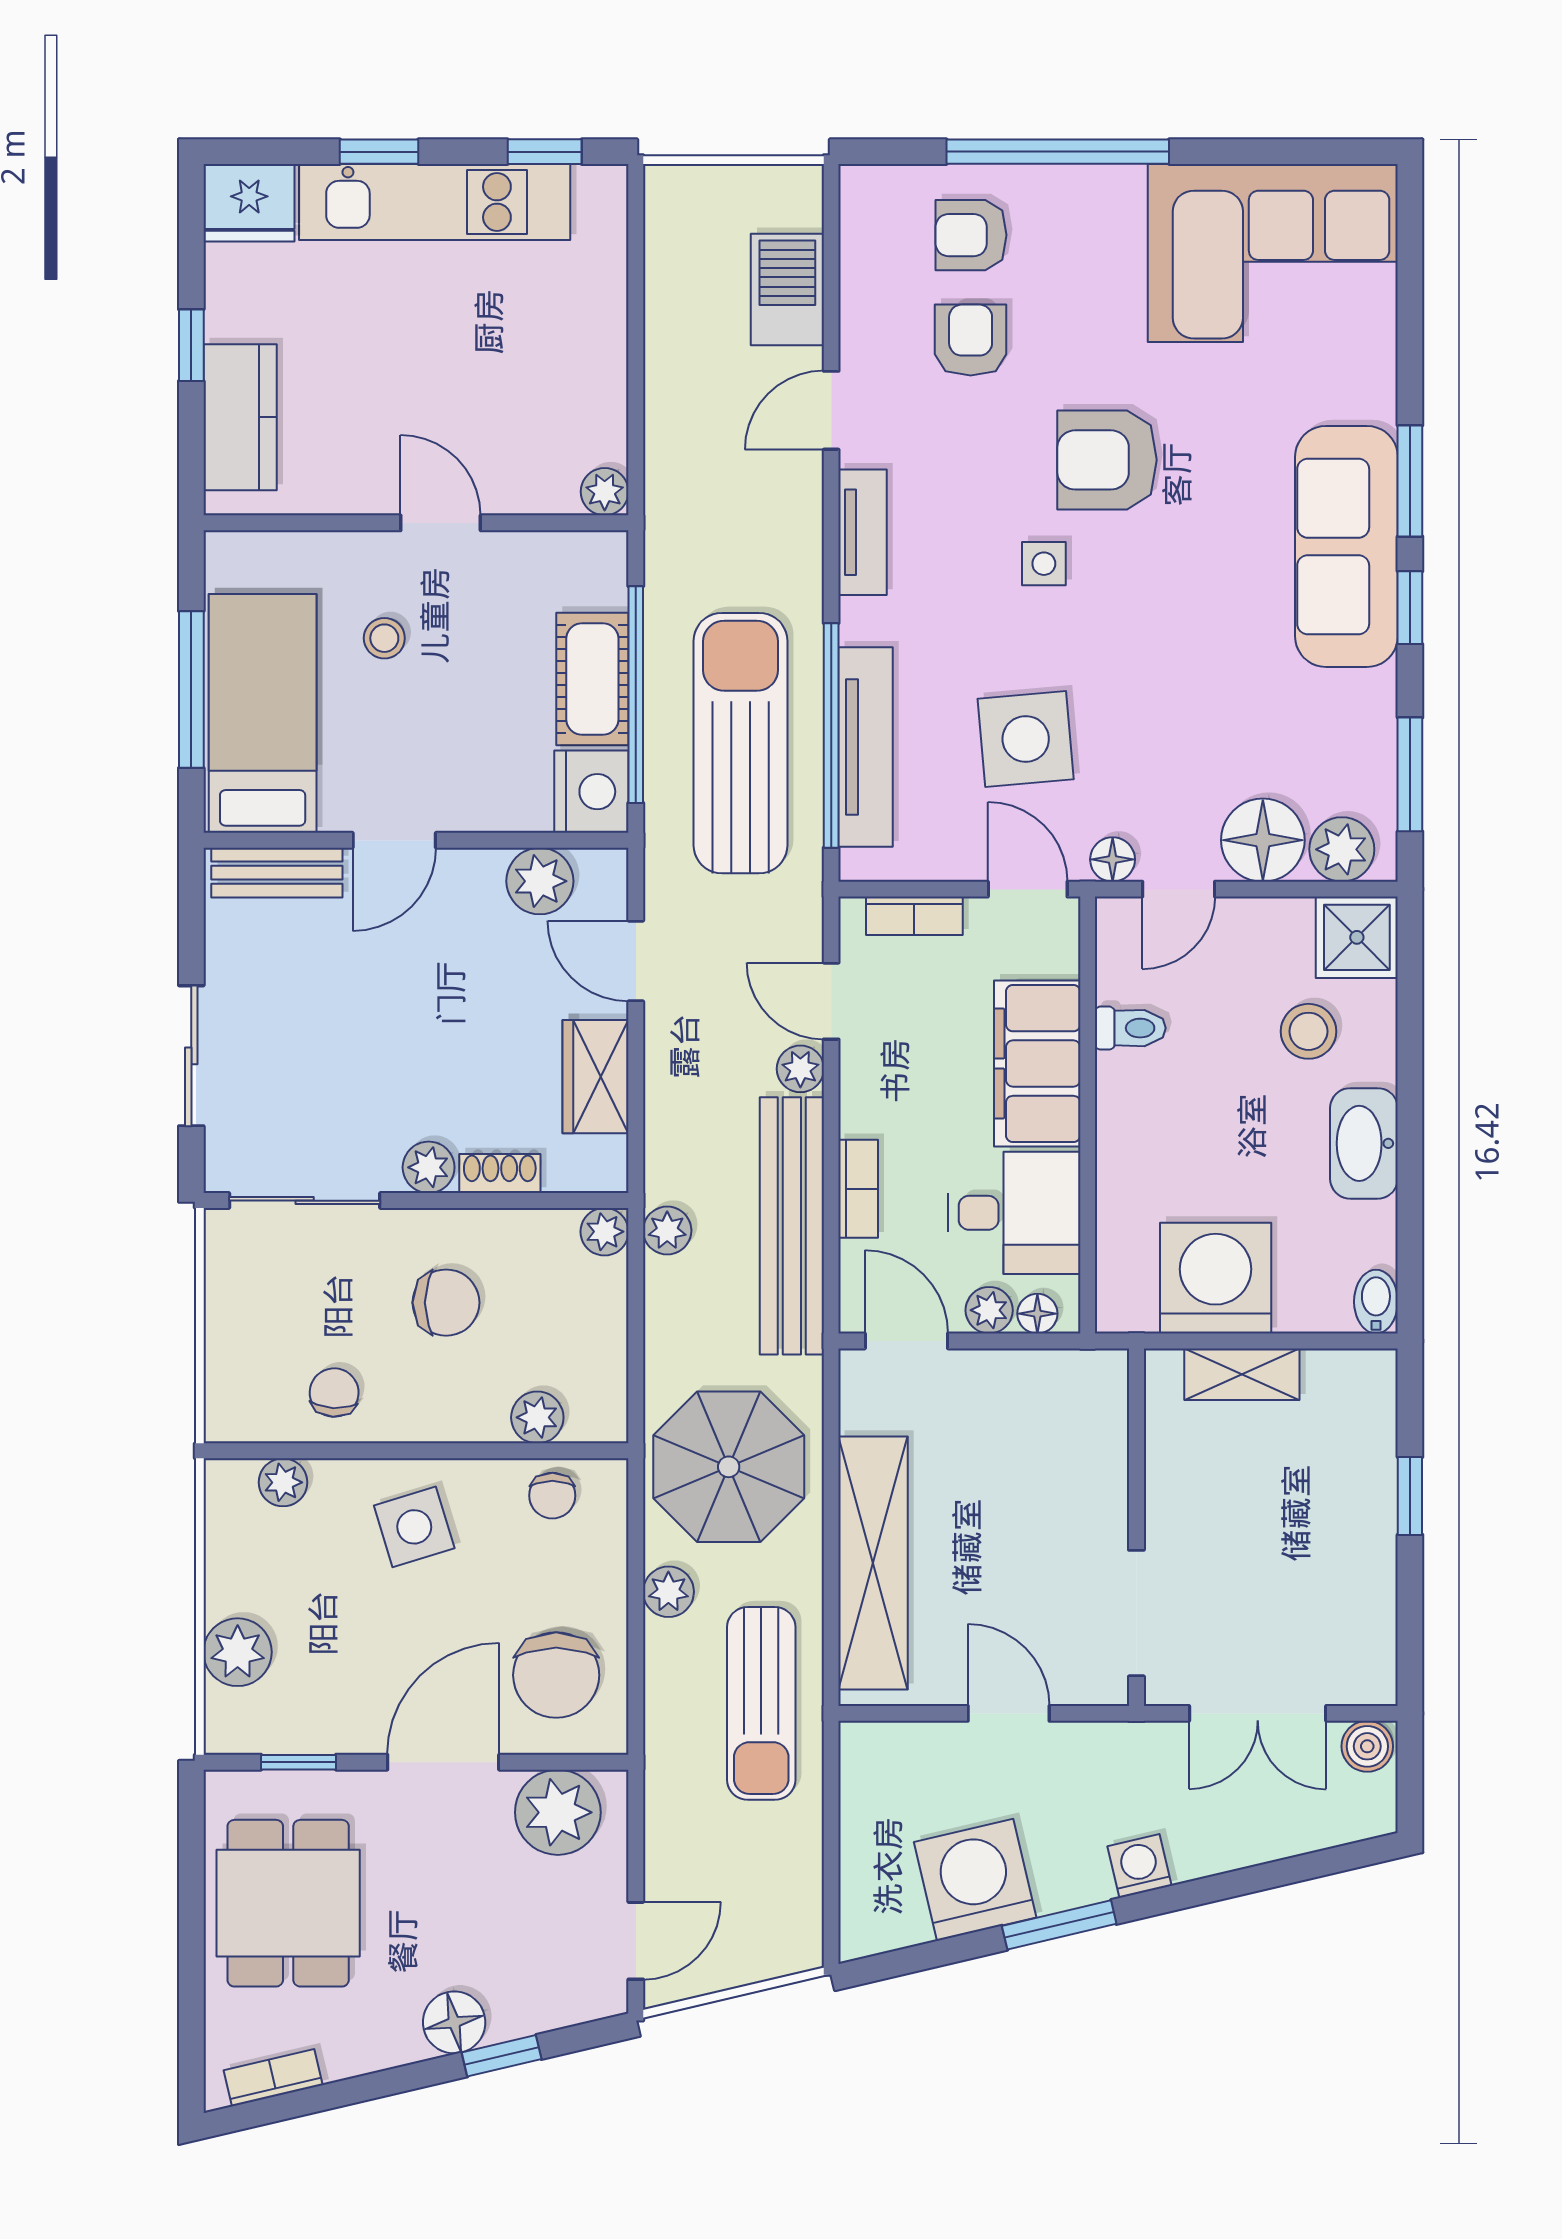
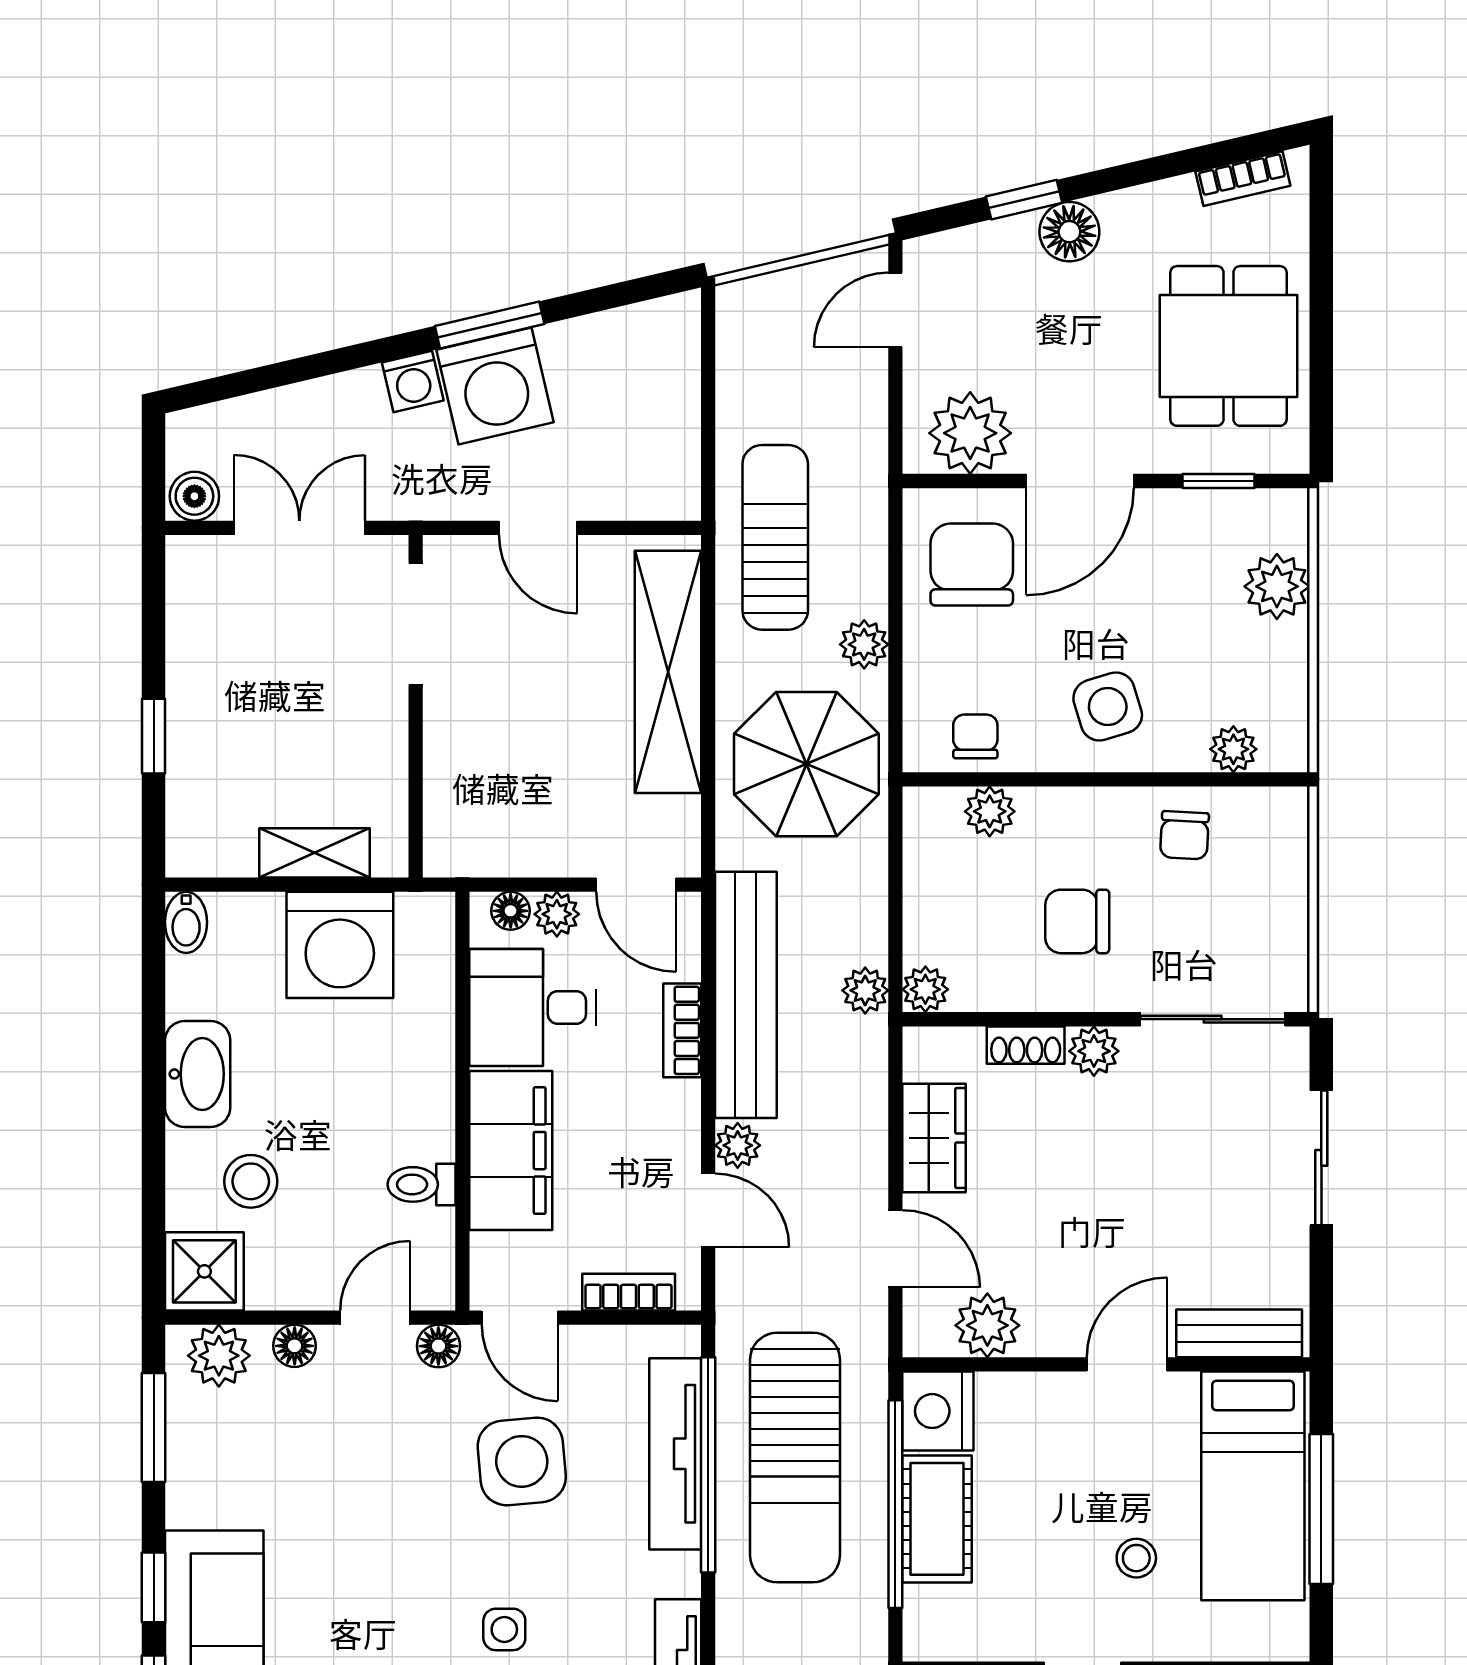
floor lamp: (1263, 840) -> (295, 1346), width x0.53, depth x0.53
washing machine: (975, 1880) -> (495, 386), moved

